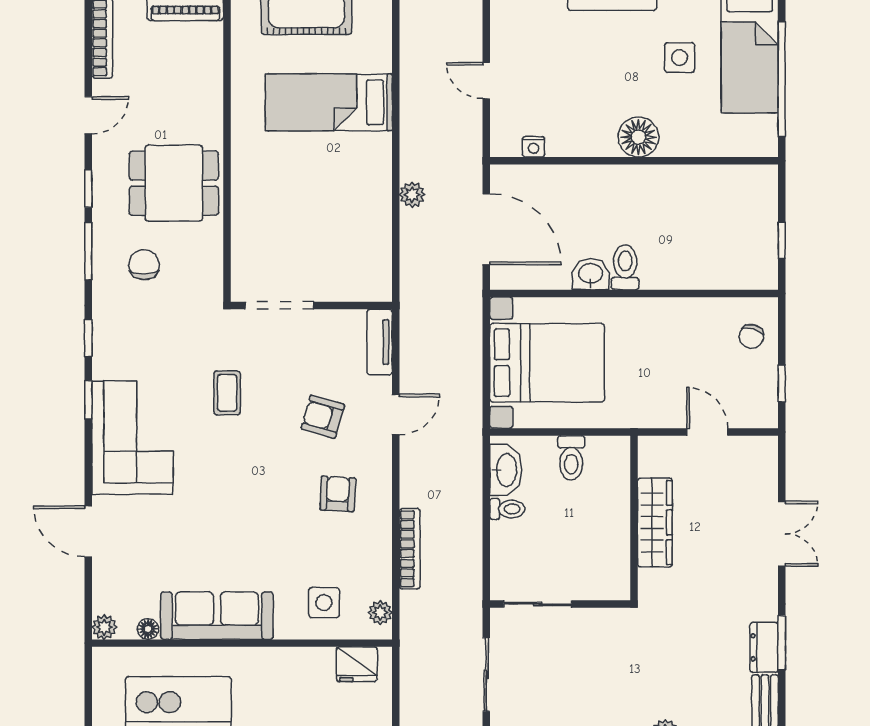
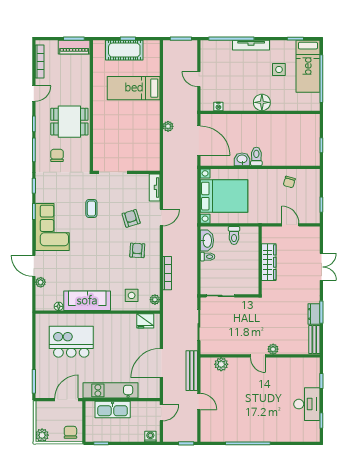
chair: (751, 336) -> (289, 182), moved
armchair: (323, 417) -> (131, 218), turned 57
plant: (104, 627) -> (41, 282), moved

